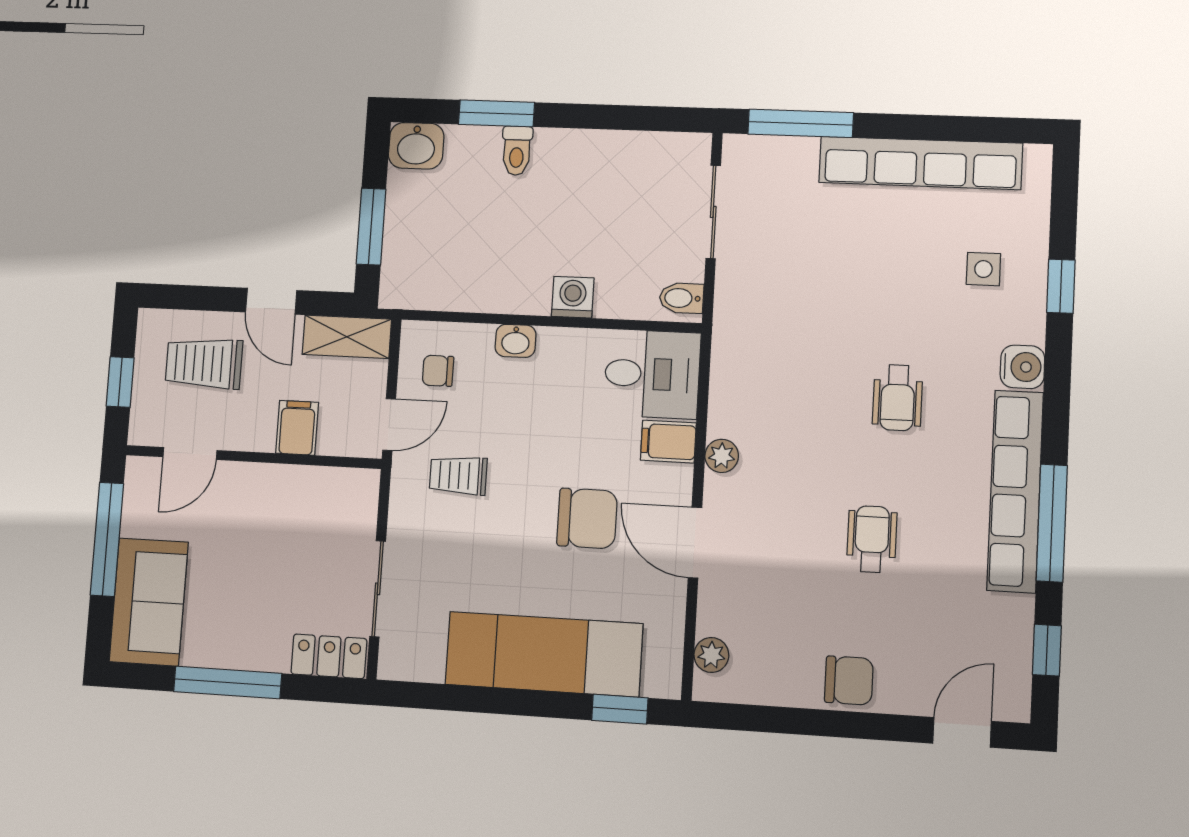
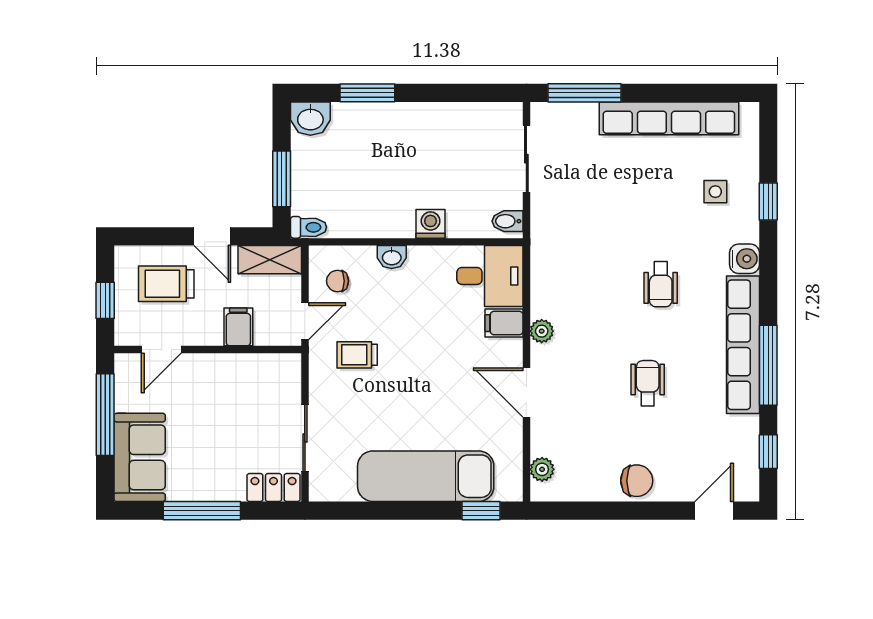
toilet: (517, 151) -> (308, 227), moved, turned -90
chair: (587, 518) -> (450, 380), removed

